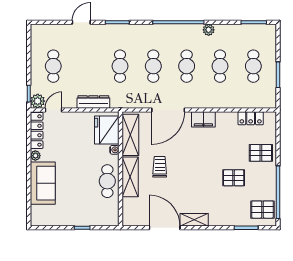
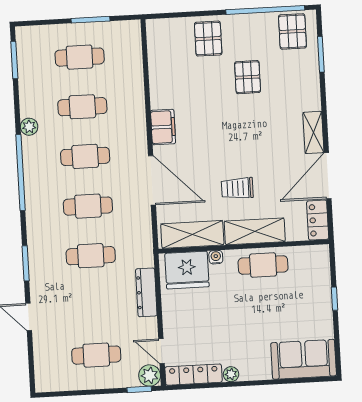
locker: (251, 118) -> (318, 220), moved, turned 180
sofa: (43, 183) -> (304, 359), moved

